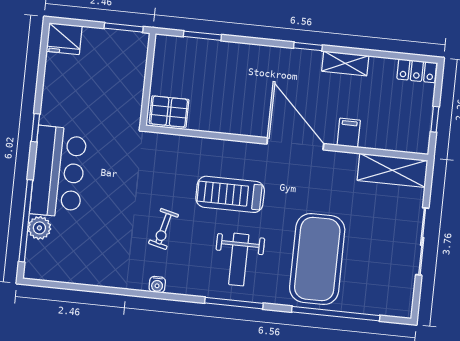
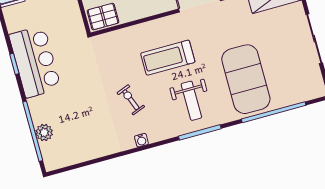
bar counter: (58, 172) -> (35, 62), moved
exercise bike: (163, 229) -> (131, 100), turned 145

